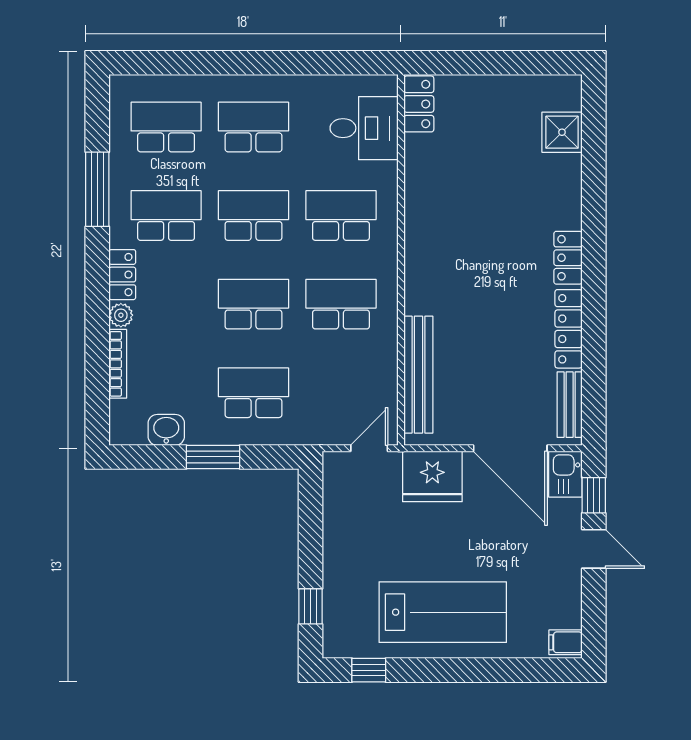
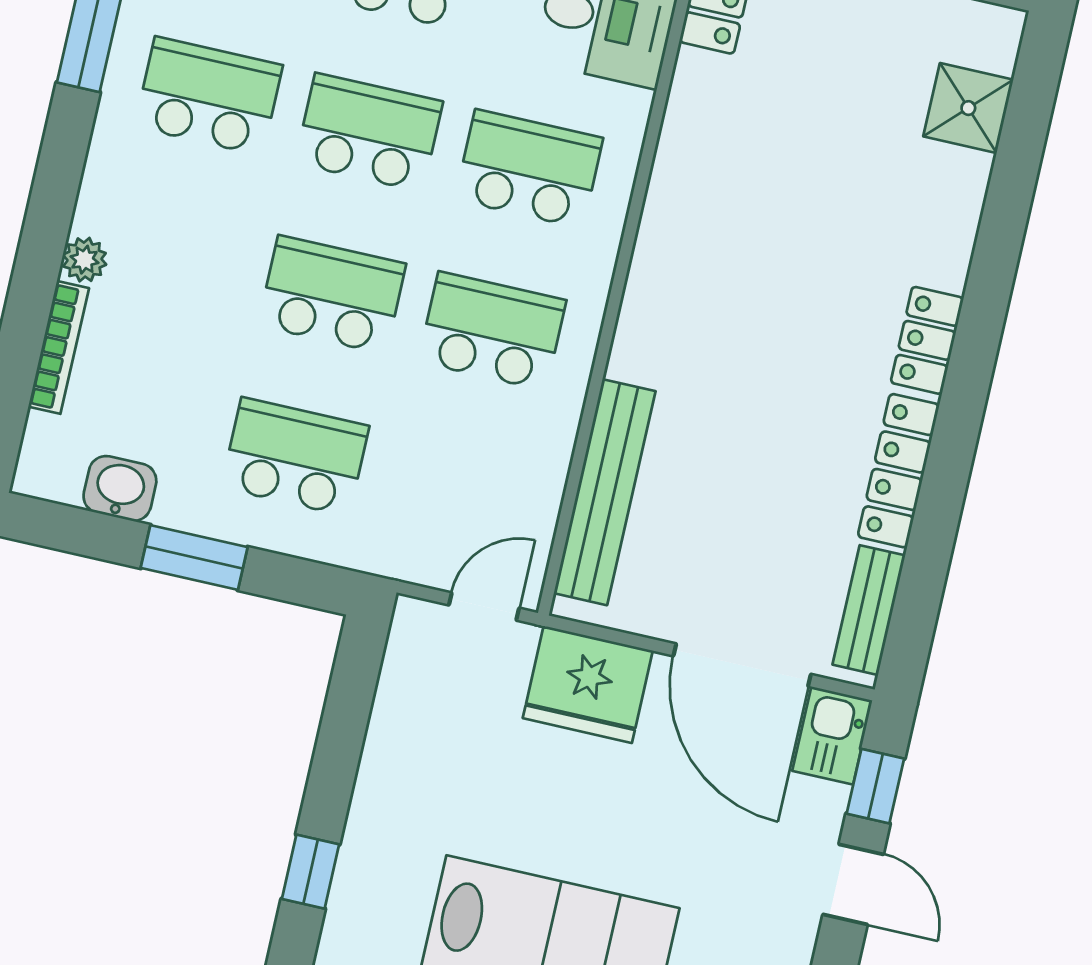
locker: (122, 275) -> (104, 186), removed

